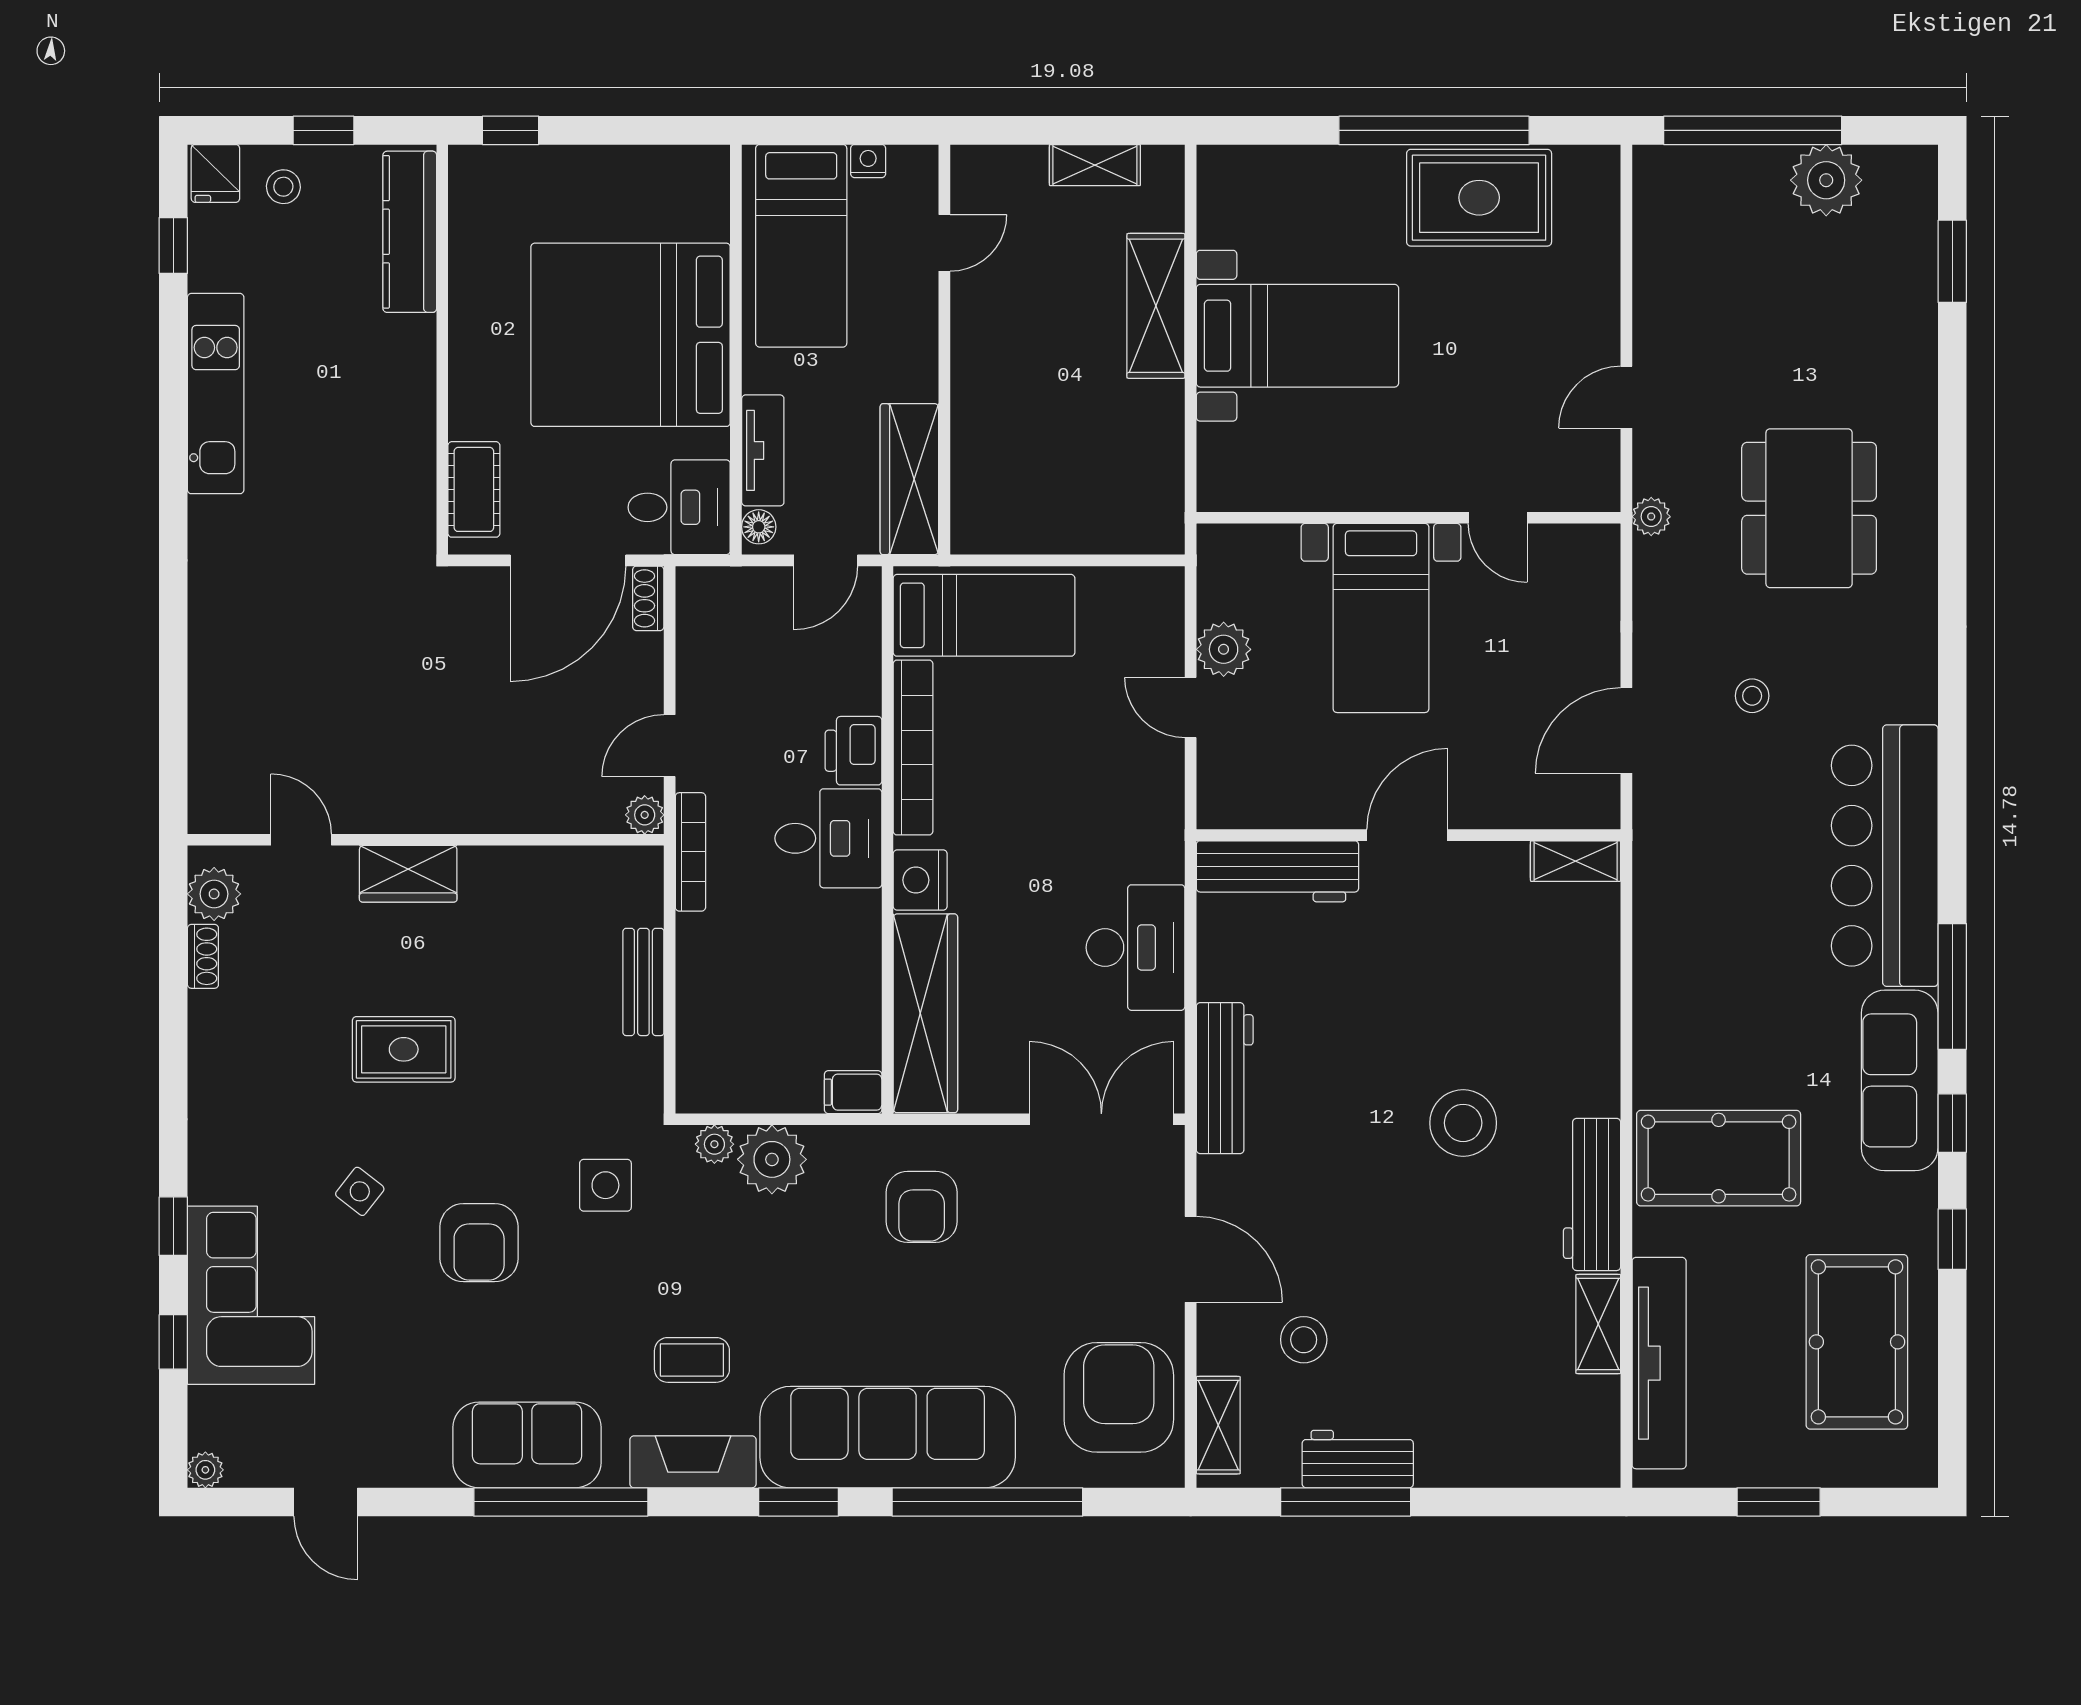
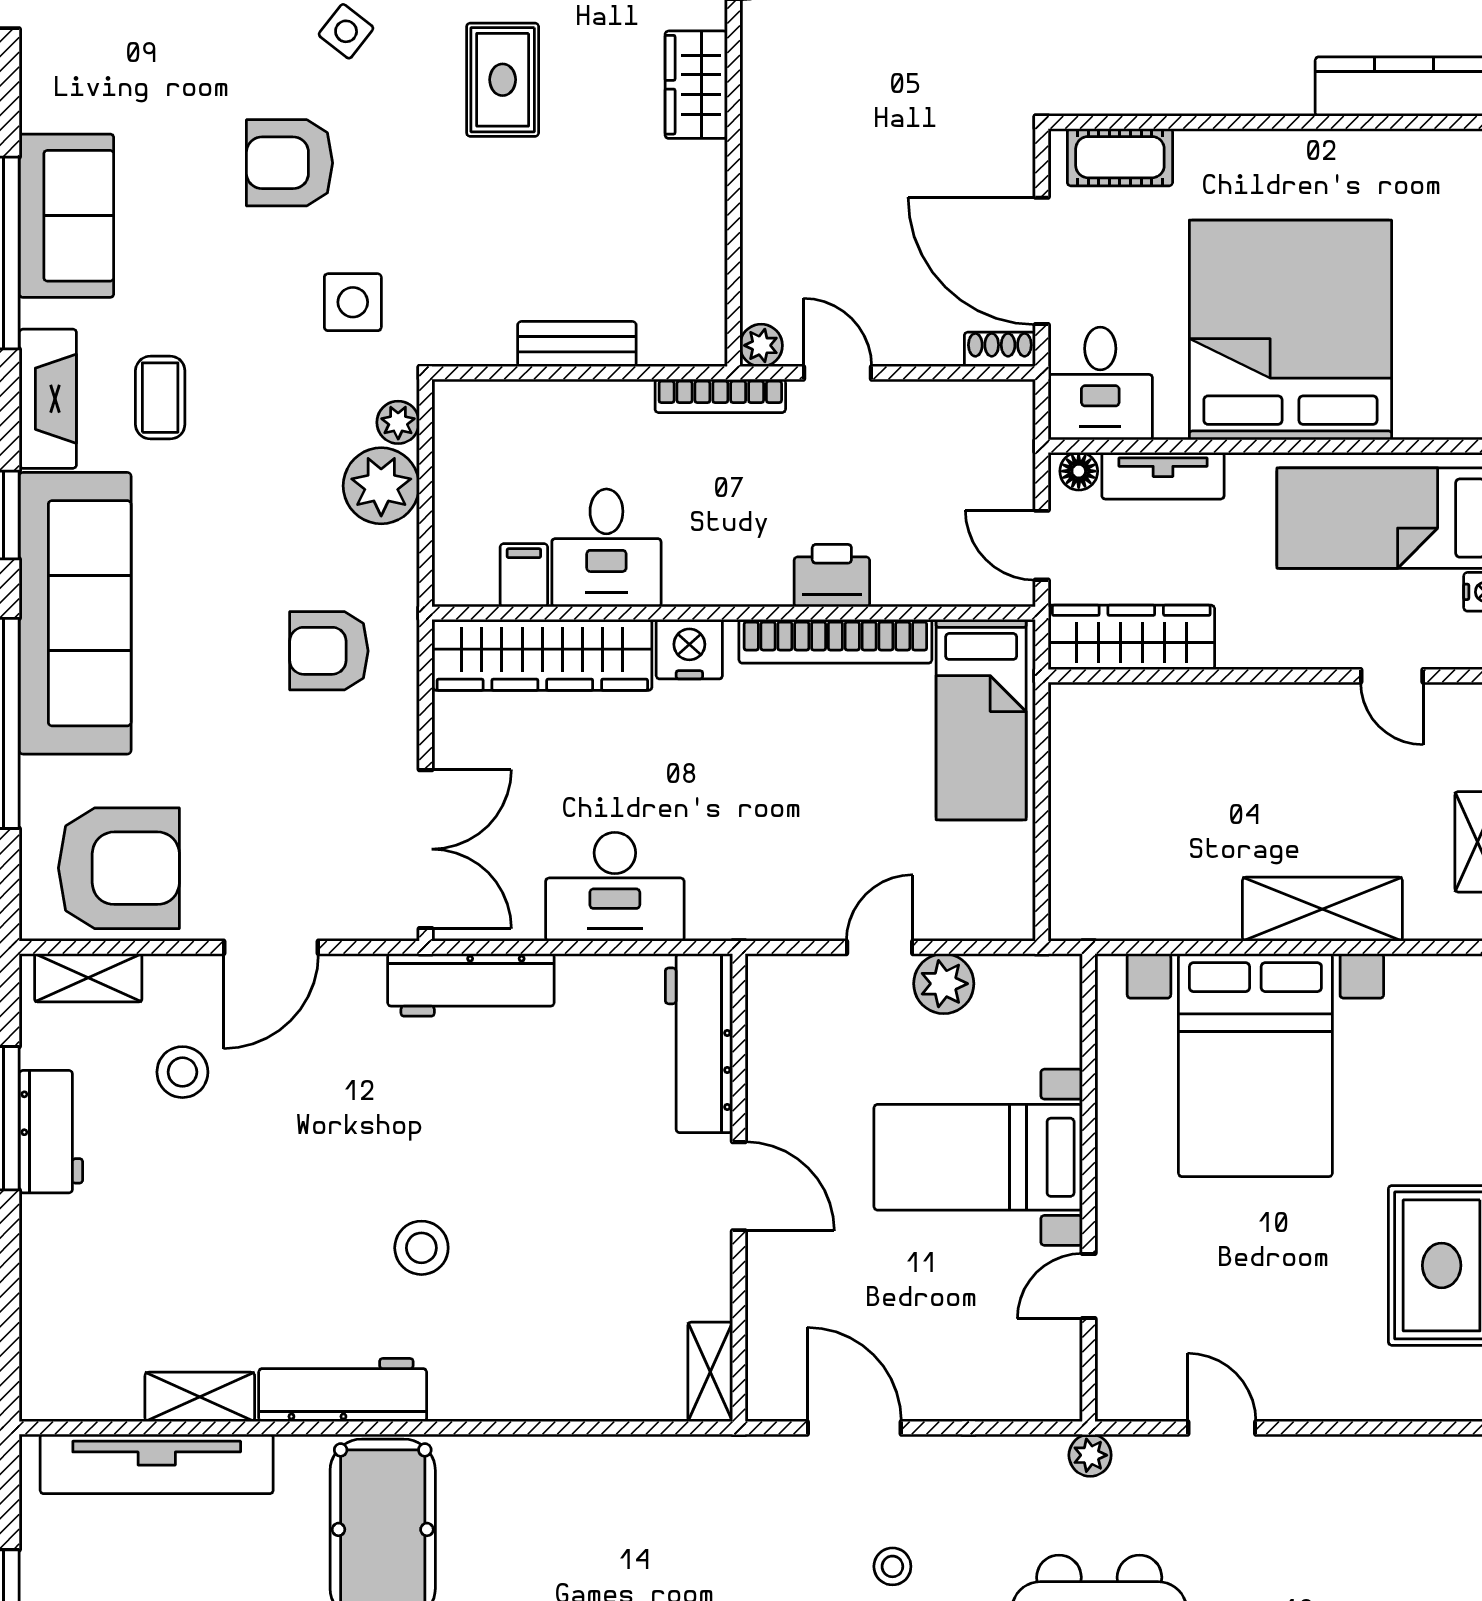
bed with nightstands: (1297, 336) -> (1255, 1065), width x1.36
desk: (828, 838) -> (606, 548), moved
filing cabinet: (853, 1092) -> (524, 575), moved
stool: (1463, 1123) -> (421, 1248), width x0.73, depth x0.73

